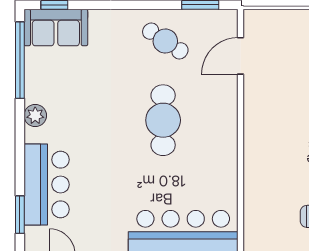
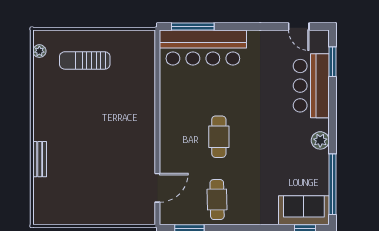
cafe table: (165, 41) -> (217, 200), turned 55
cafe table: (163, 120) -> (219, 137), width x0.73, depth x0.74

